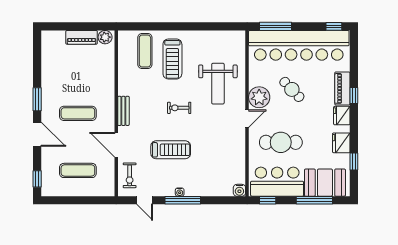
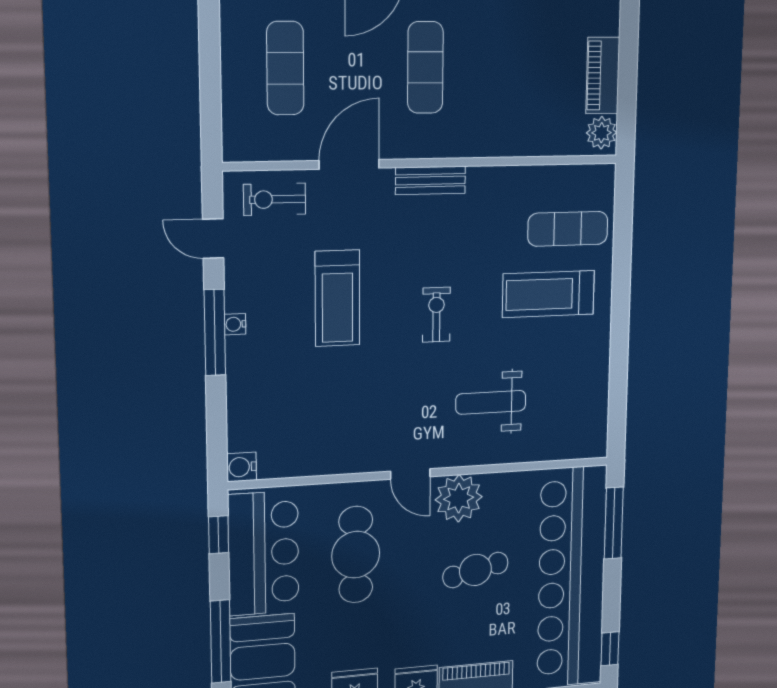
weight bench: (218, 84) -> (491, 402), width x0.73, depth x0.75
cafe table: (292, 89) -> (475, 570), turned 31
door: (145, 200) -> (213, 239), hinge flipped

